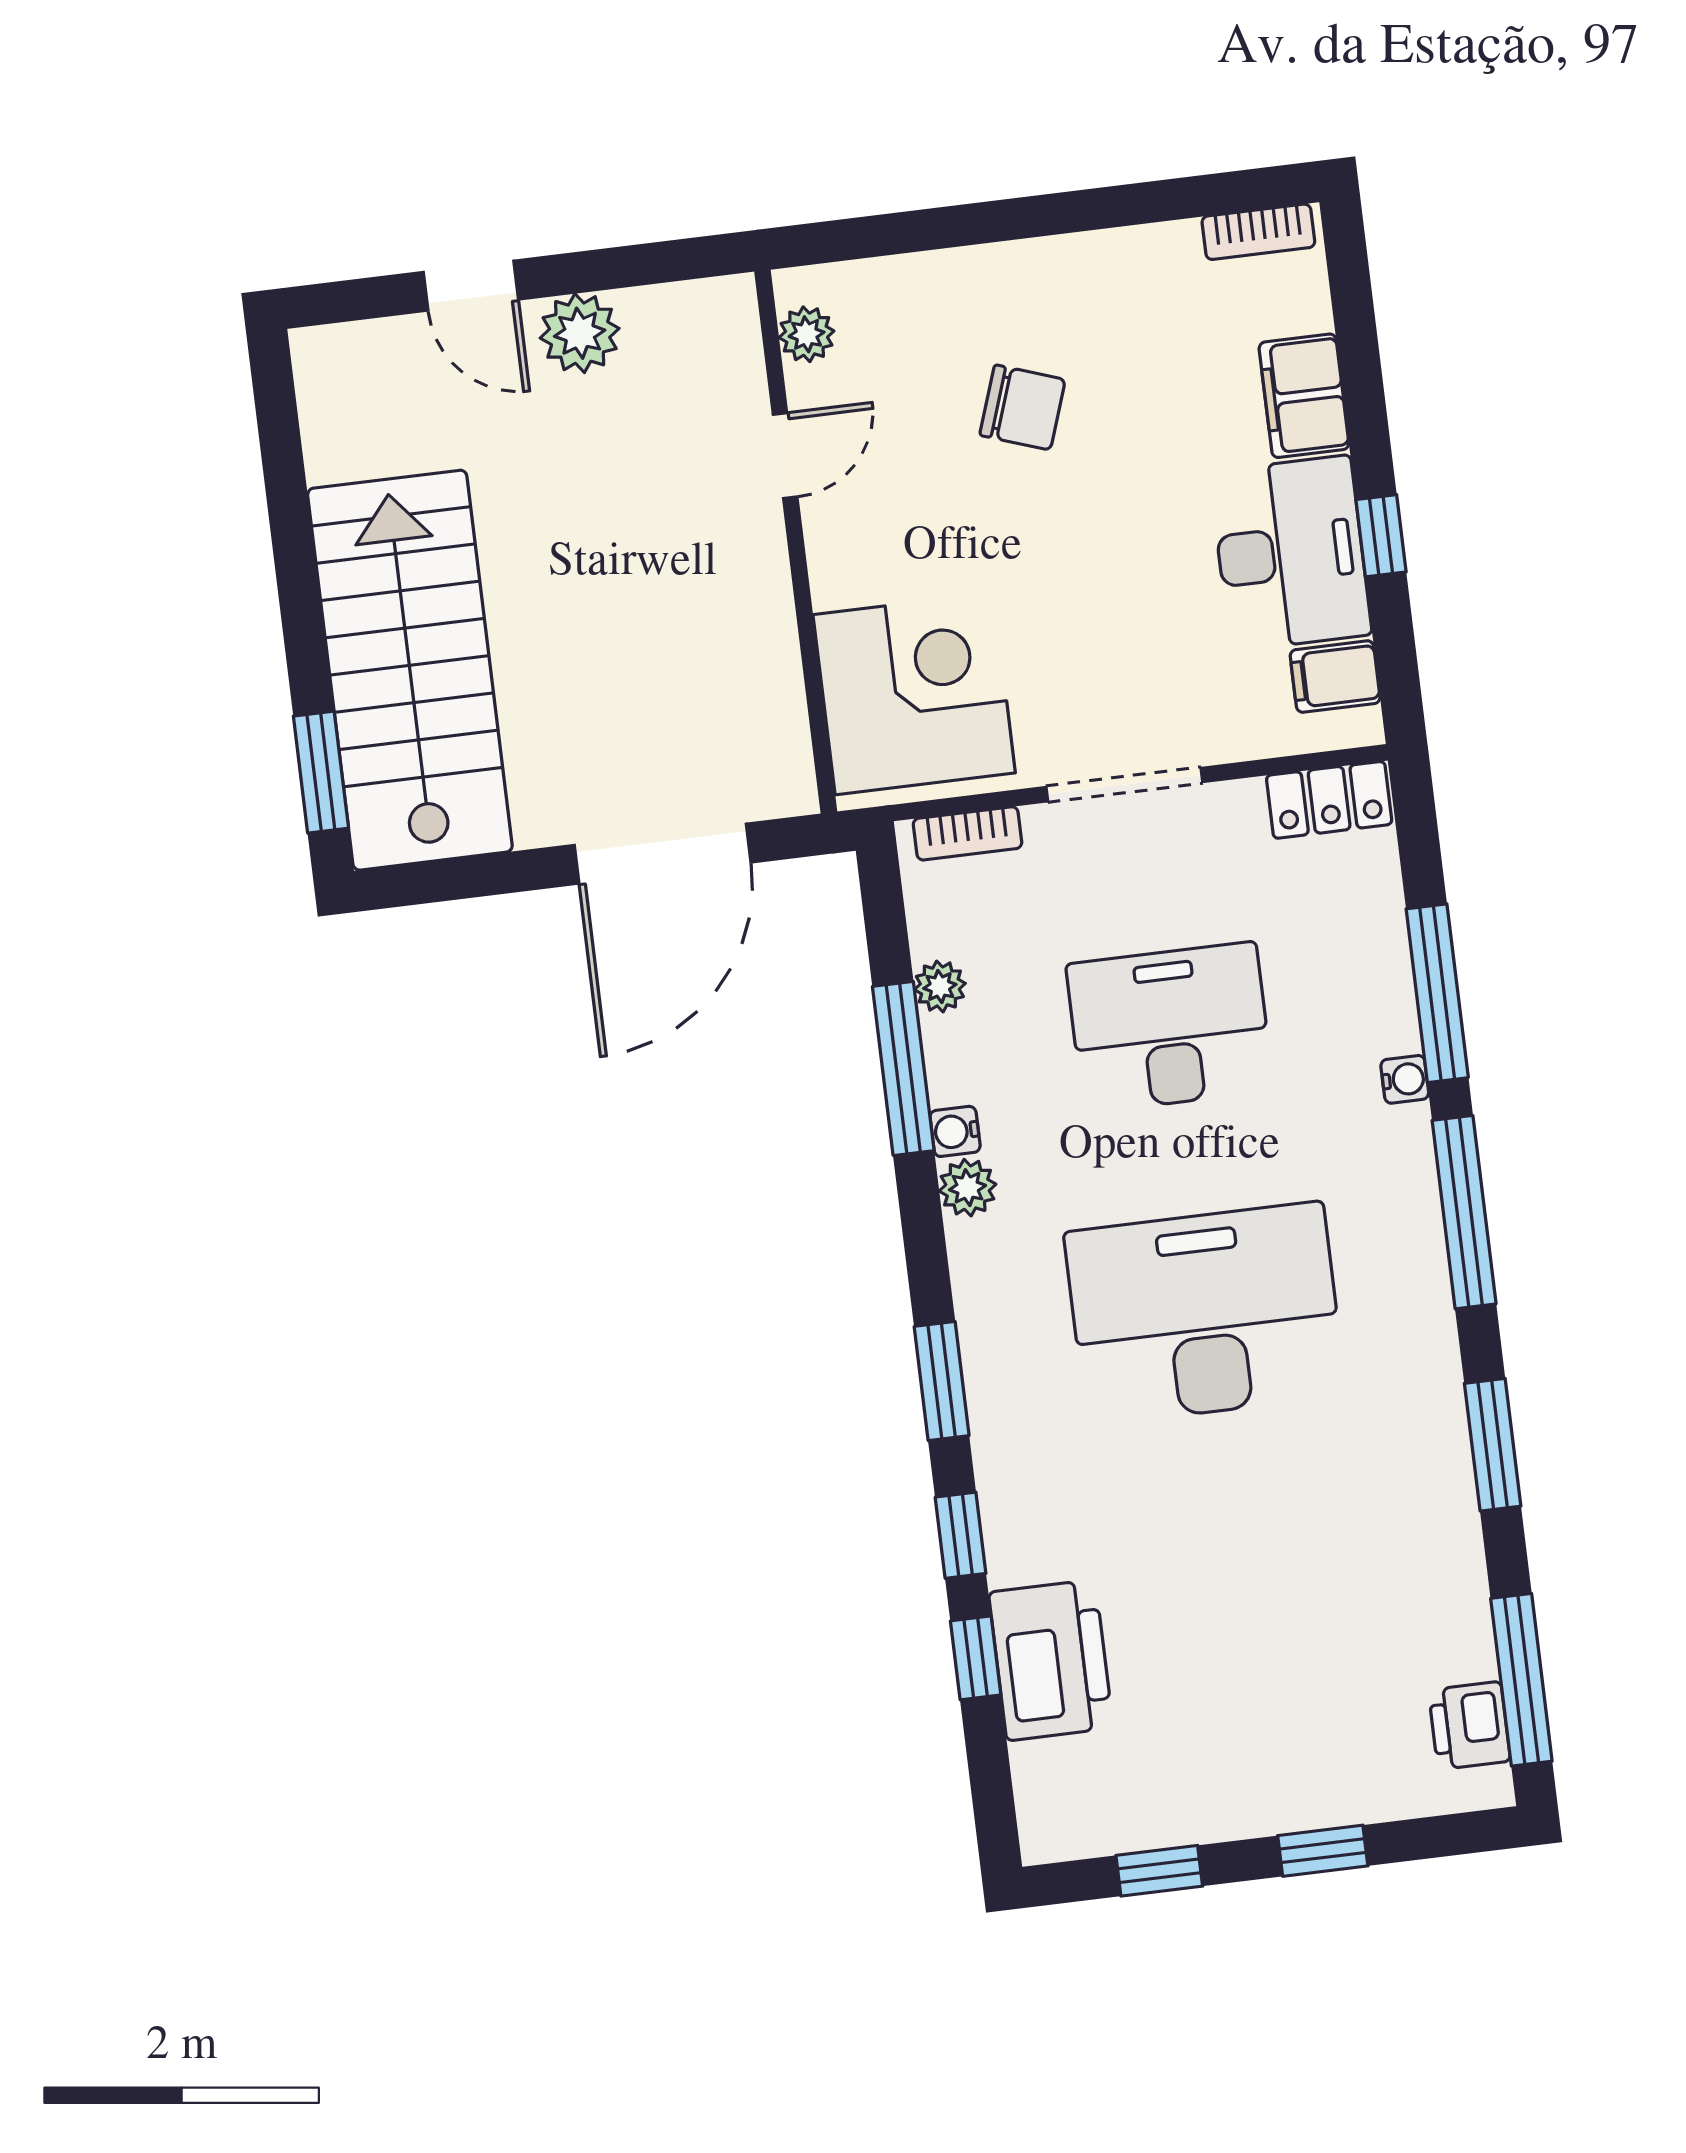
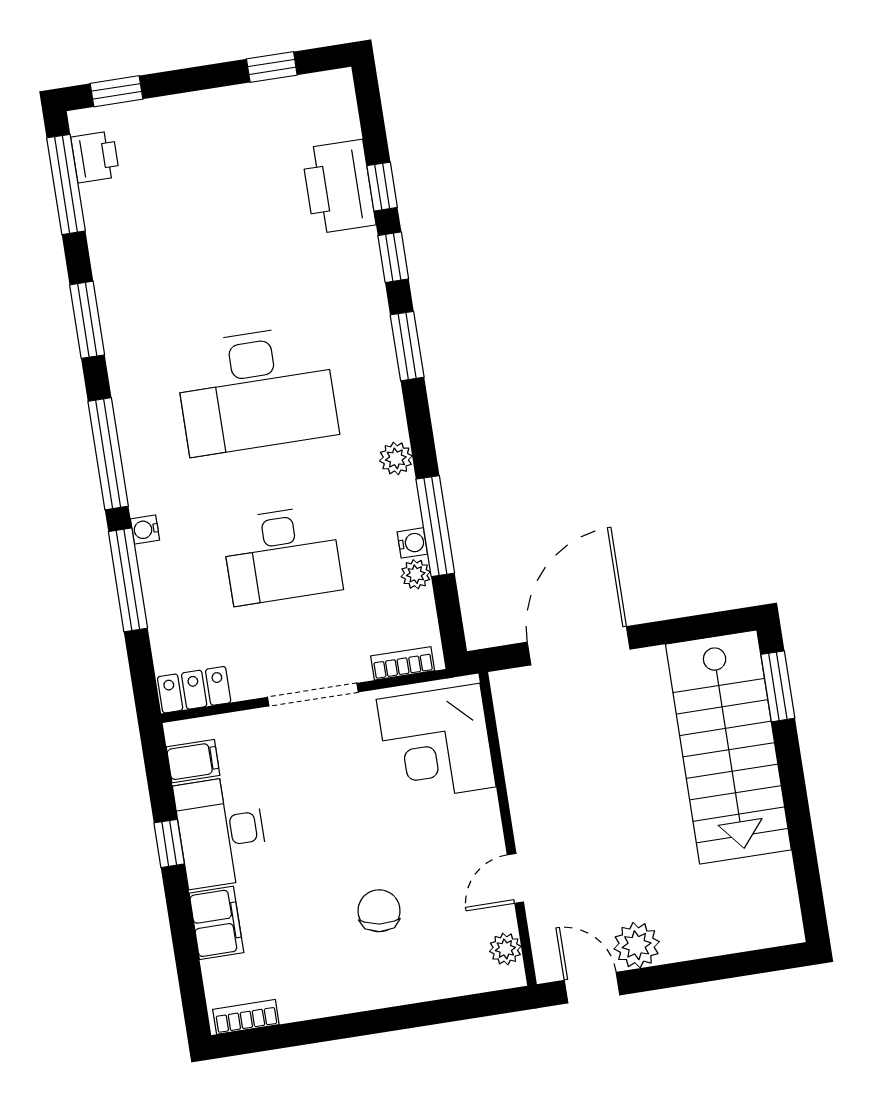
door: (471, 286) -> (592, 988), moved
chair: (1022, 407) -> (379, 911), turned 78
water cooler: (955, 1131) -> (412, 543), moved
window: (1323, 1851) -> (117, 91), moved

